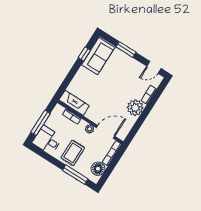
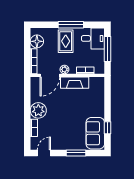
fireplace: (74, 103) -> (75, 83), moved
window: (75, 175) -> (71, 25), moved

